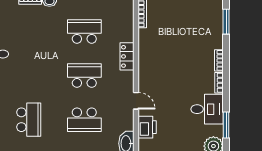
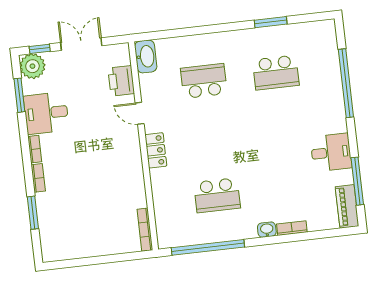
window: (226, 22) -> (33, 213), moved
locker: (127, 56) -> (156, 150), moved
school desk: (84, 76) -> (210, 138), removed
school desk: (29, 120) -> (276, 73), turned -90

